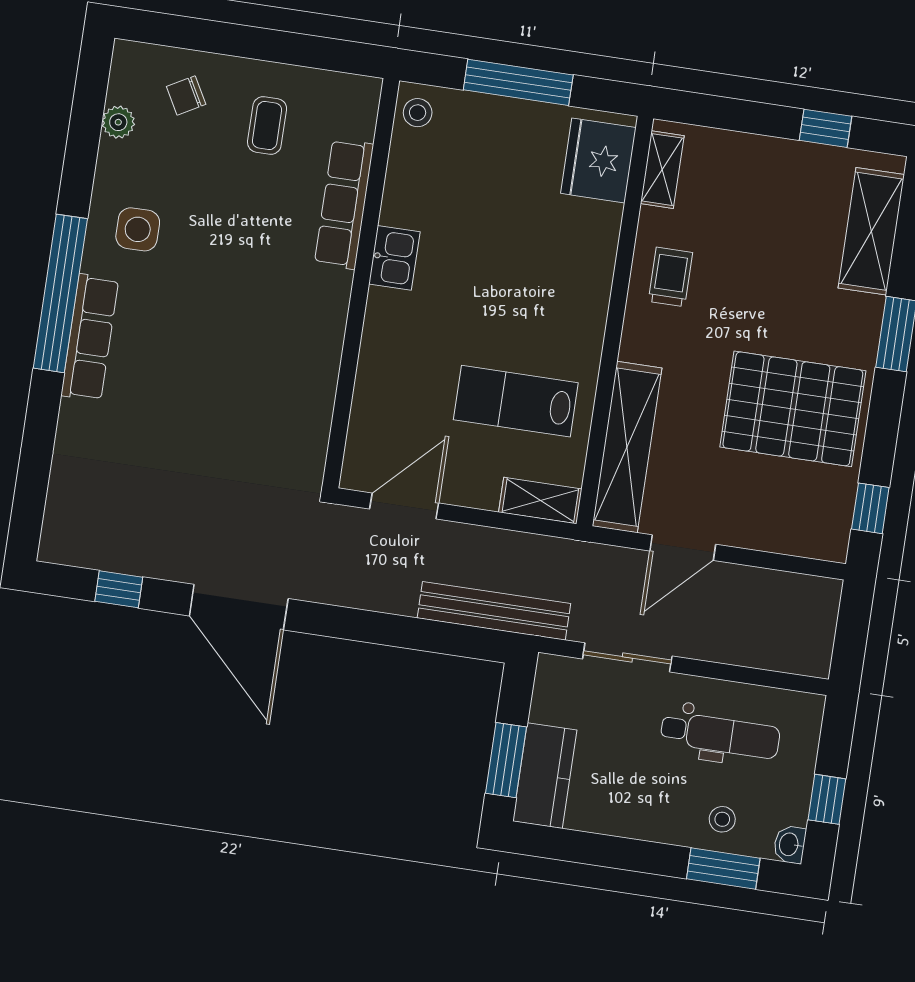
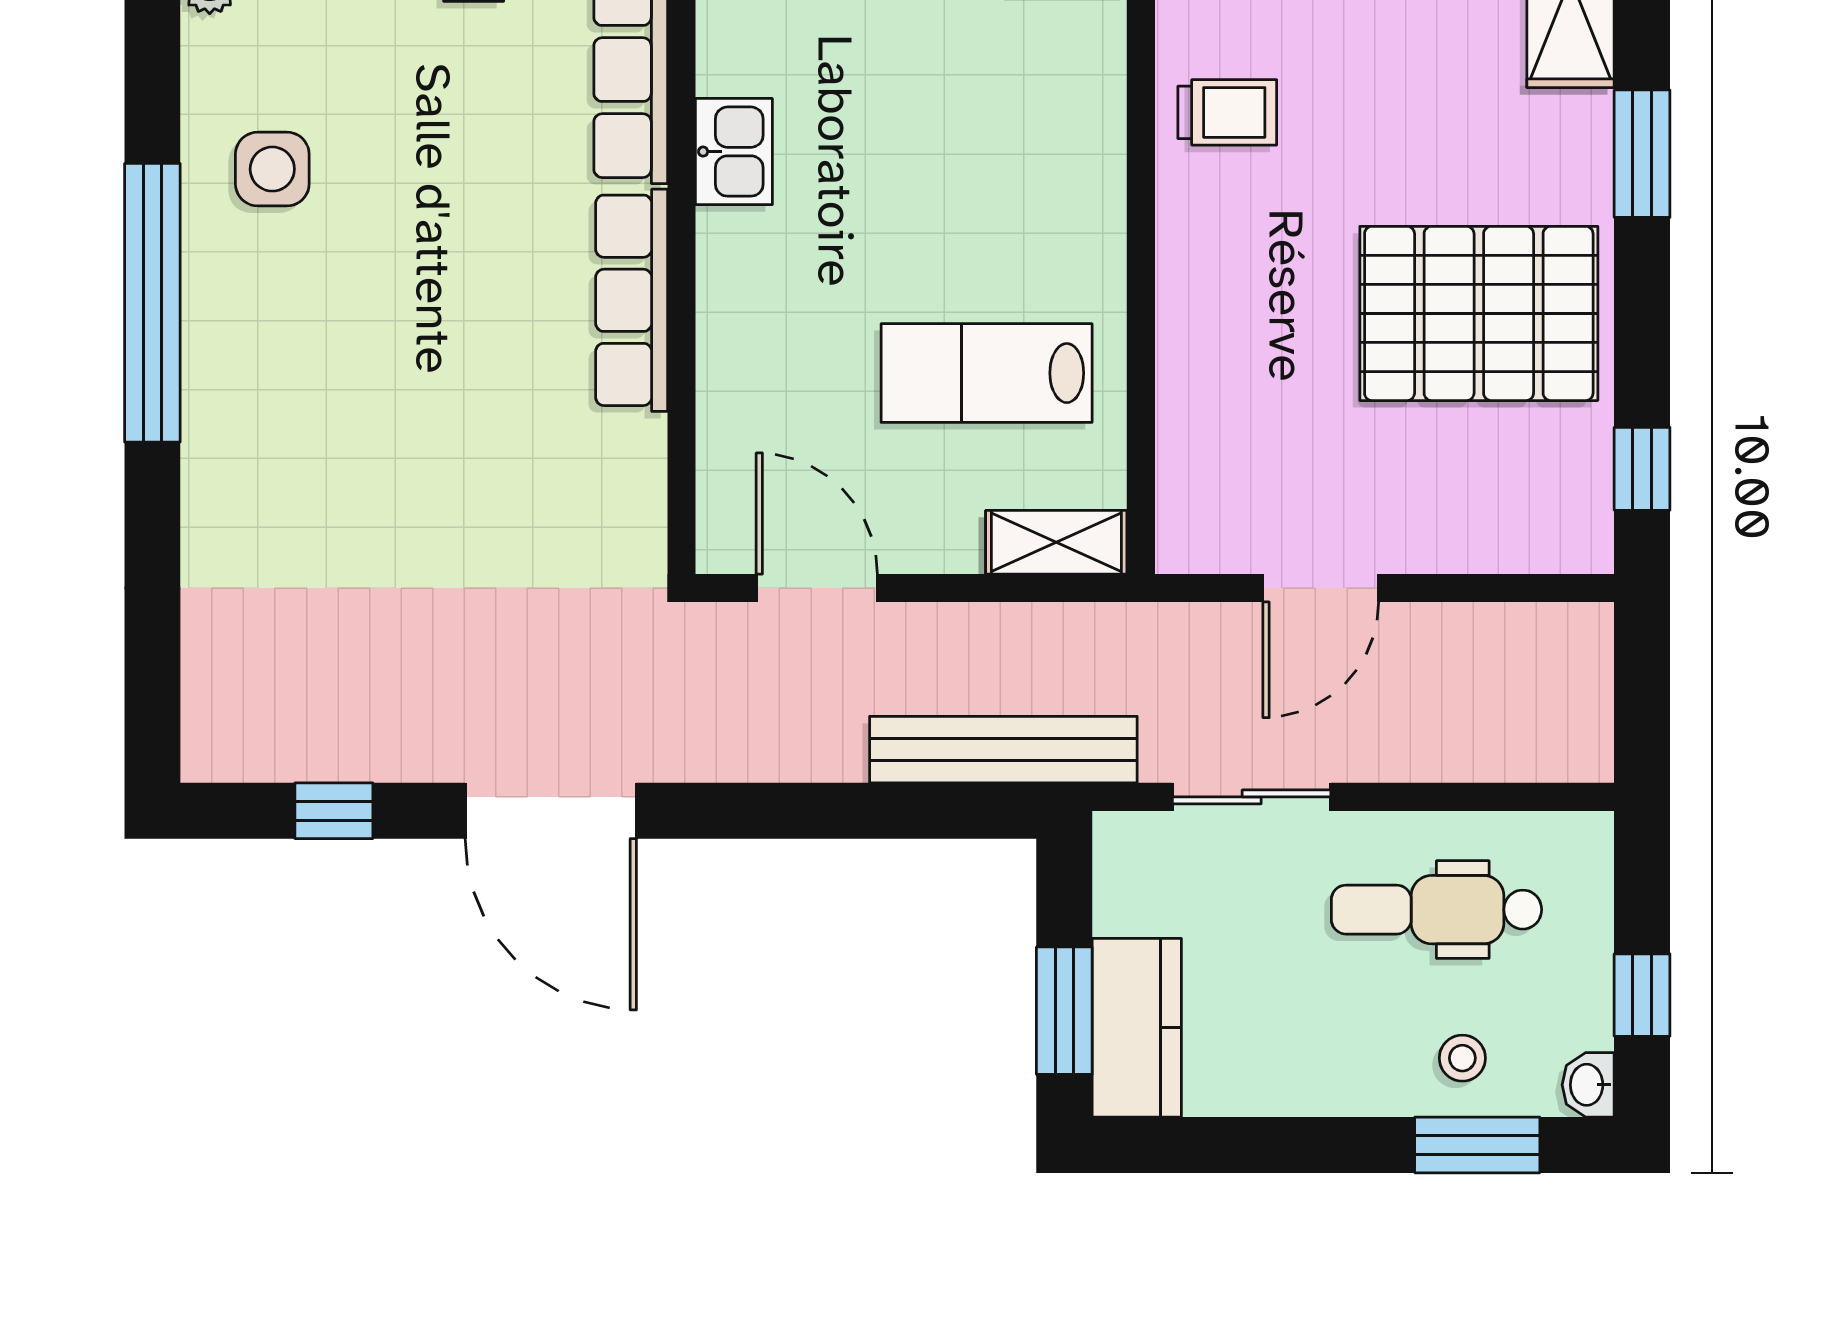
trolley: (670, 277) -> (1227, 112), turned 90
row of seats: (90, 337) -> (632, 300), moved, turned 180
shelving: (627, 447) -> (1196, 425), removed
door: (404, 506) -> (817, 588), hinge flipped
dental chair: (720, 735) -> (1436, 910), turned 180

